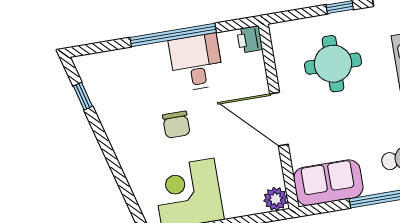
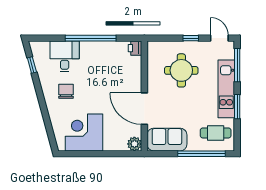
desk: (196, 62) -> (65, 56), moved
door: (279, 119) -> (144, 109), moved
chair: (176, 125) -> (66, 91), moved, turned 180

